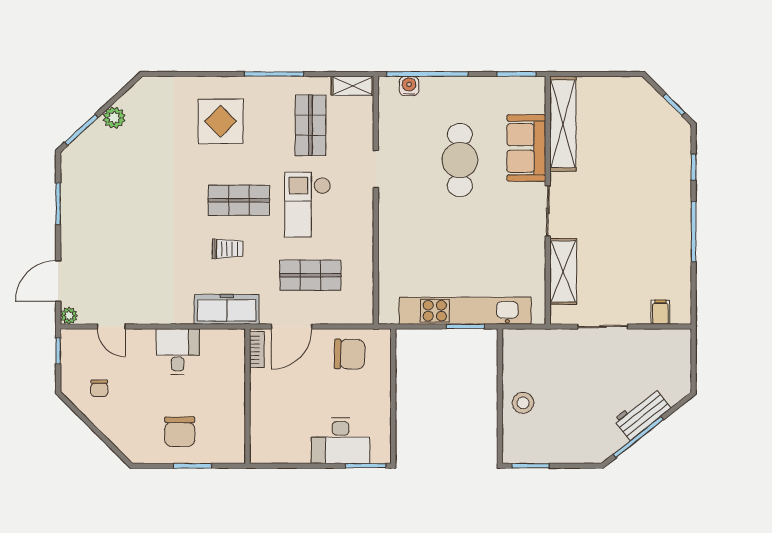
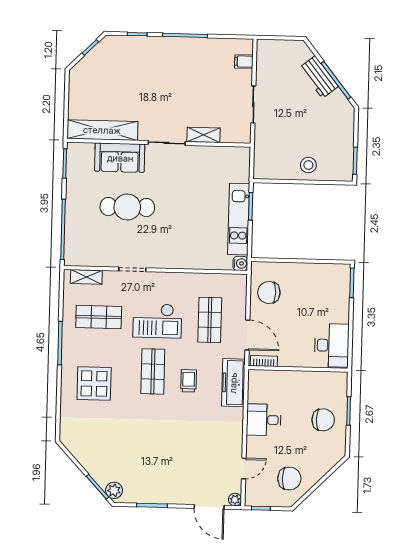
shelving: (352, 86) -> (86, 277), moved, turned 90
water cooler: (409, 86) -> (240, 263), moved, turned 180
plant: (114, 118) -> (114, 490), moved
shelving: (563, 271) -> (204, 135), width x0.67, depth x0.75
kitchen unit: (465, 311) -> (239, 219), width x0.73
chair: (350, 354) -> (269, 292), turned -91
chair: (99, 388) -> (289, 479), width x1.87, depth x1.87
desk: (341, 441) -> (332, 345), moved

